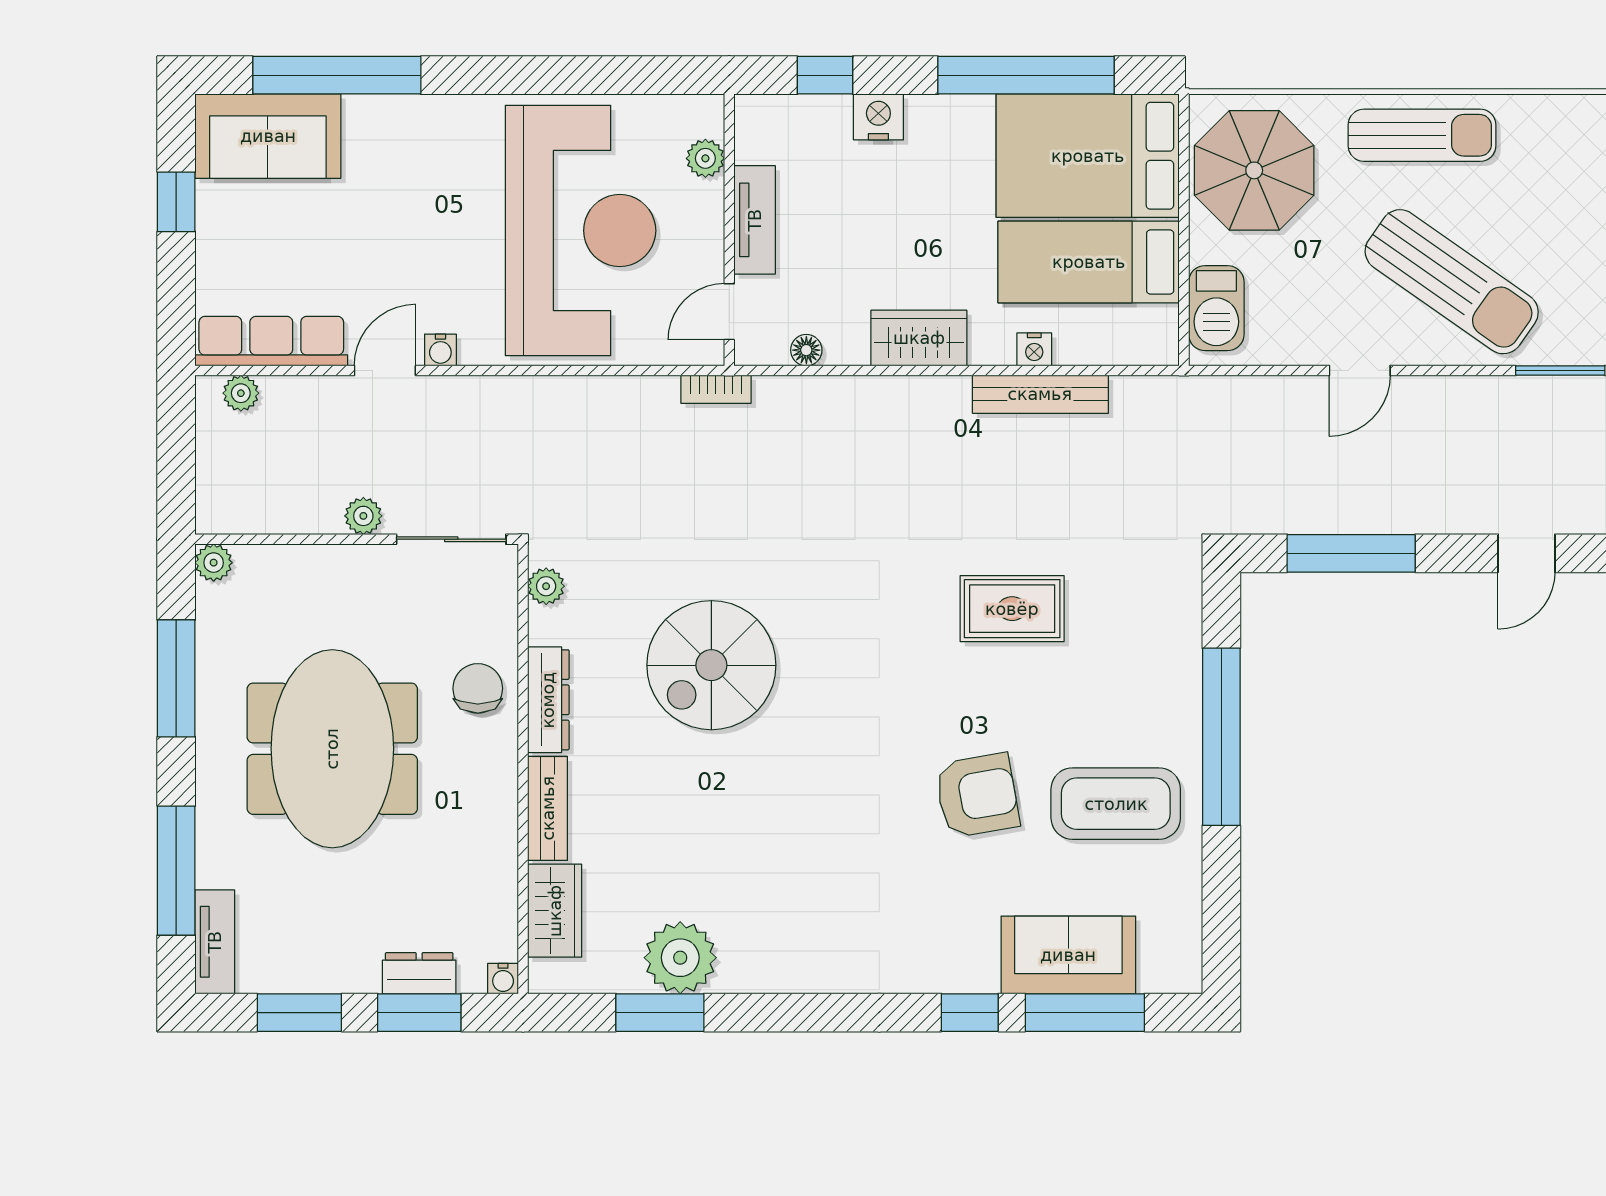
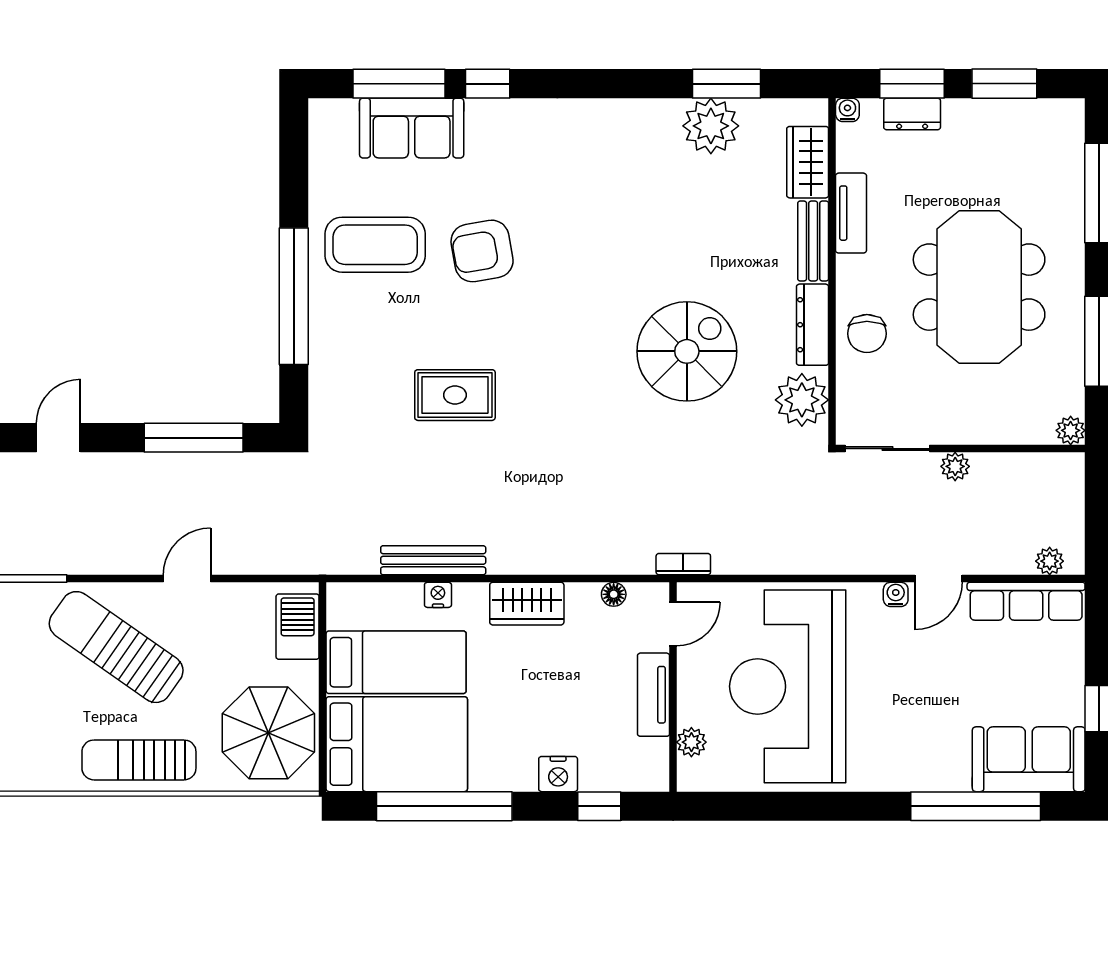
plant: (546, 586) -> (802, 400), width x1.88, depth x1.88
tv unit: (215, 942) -> (851, 213), moved, turned 180

